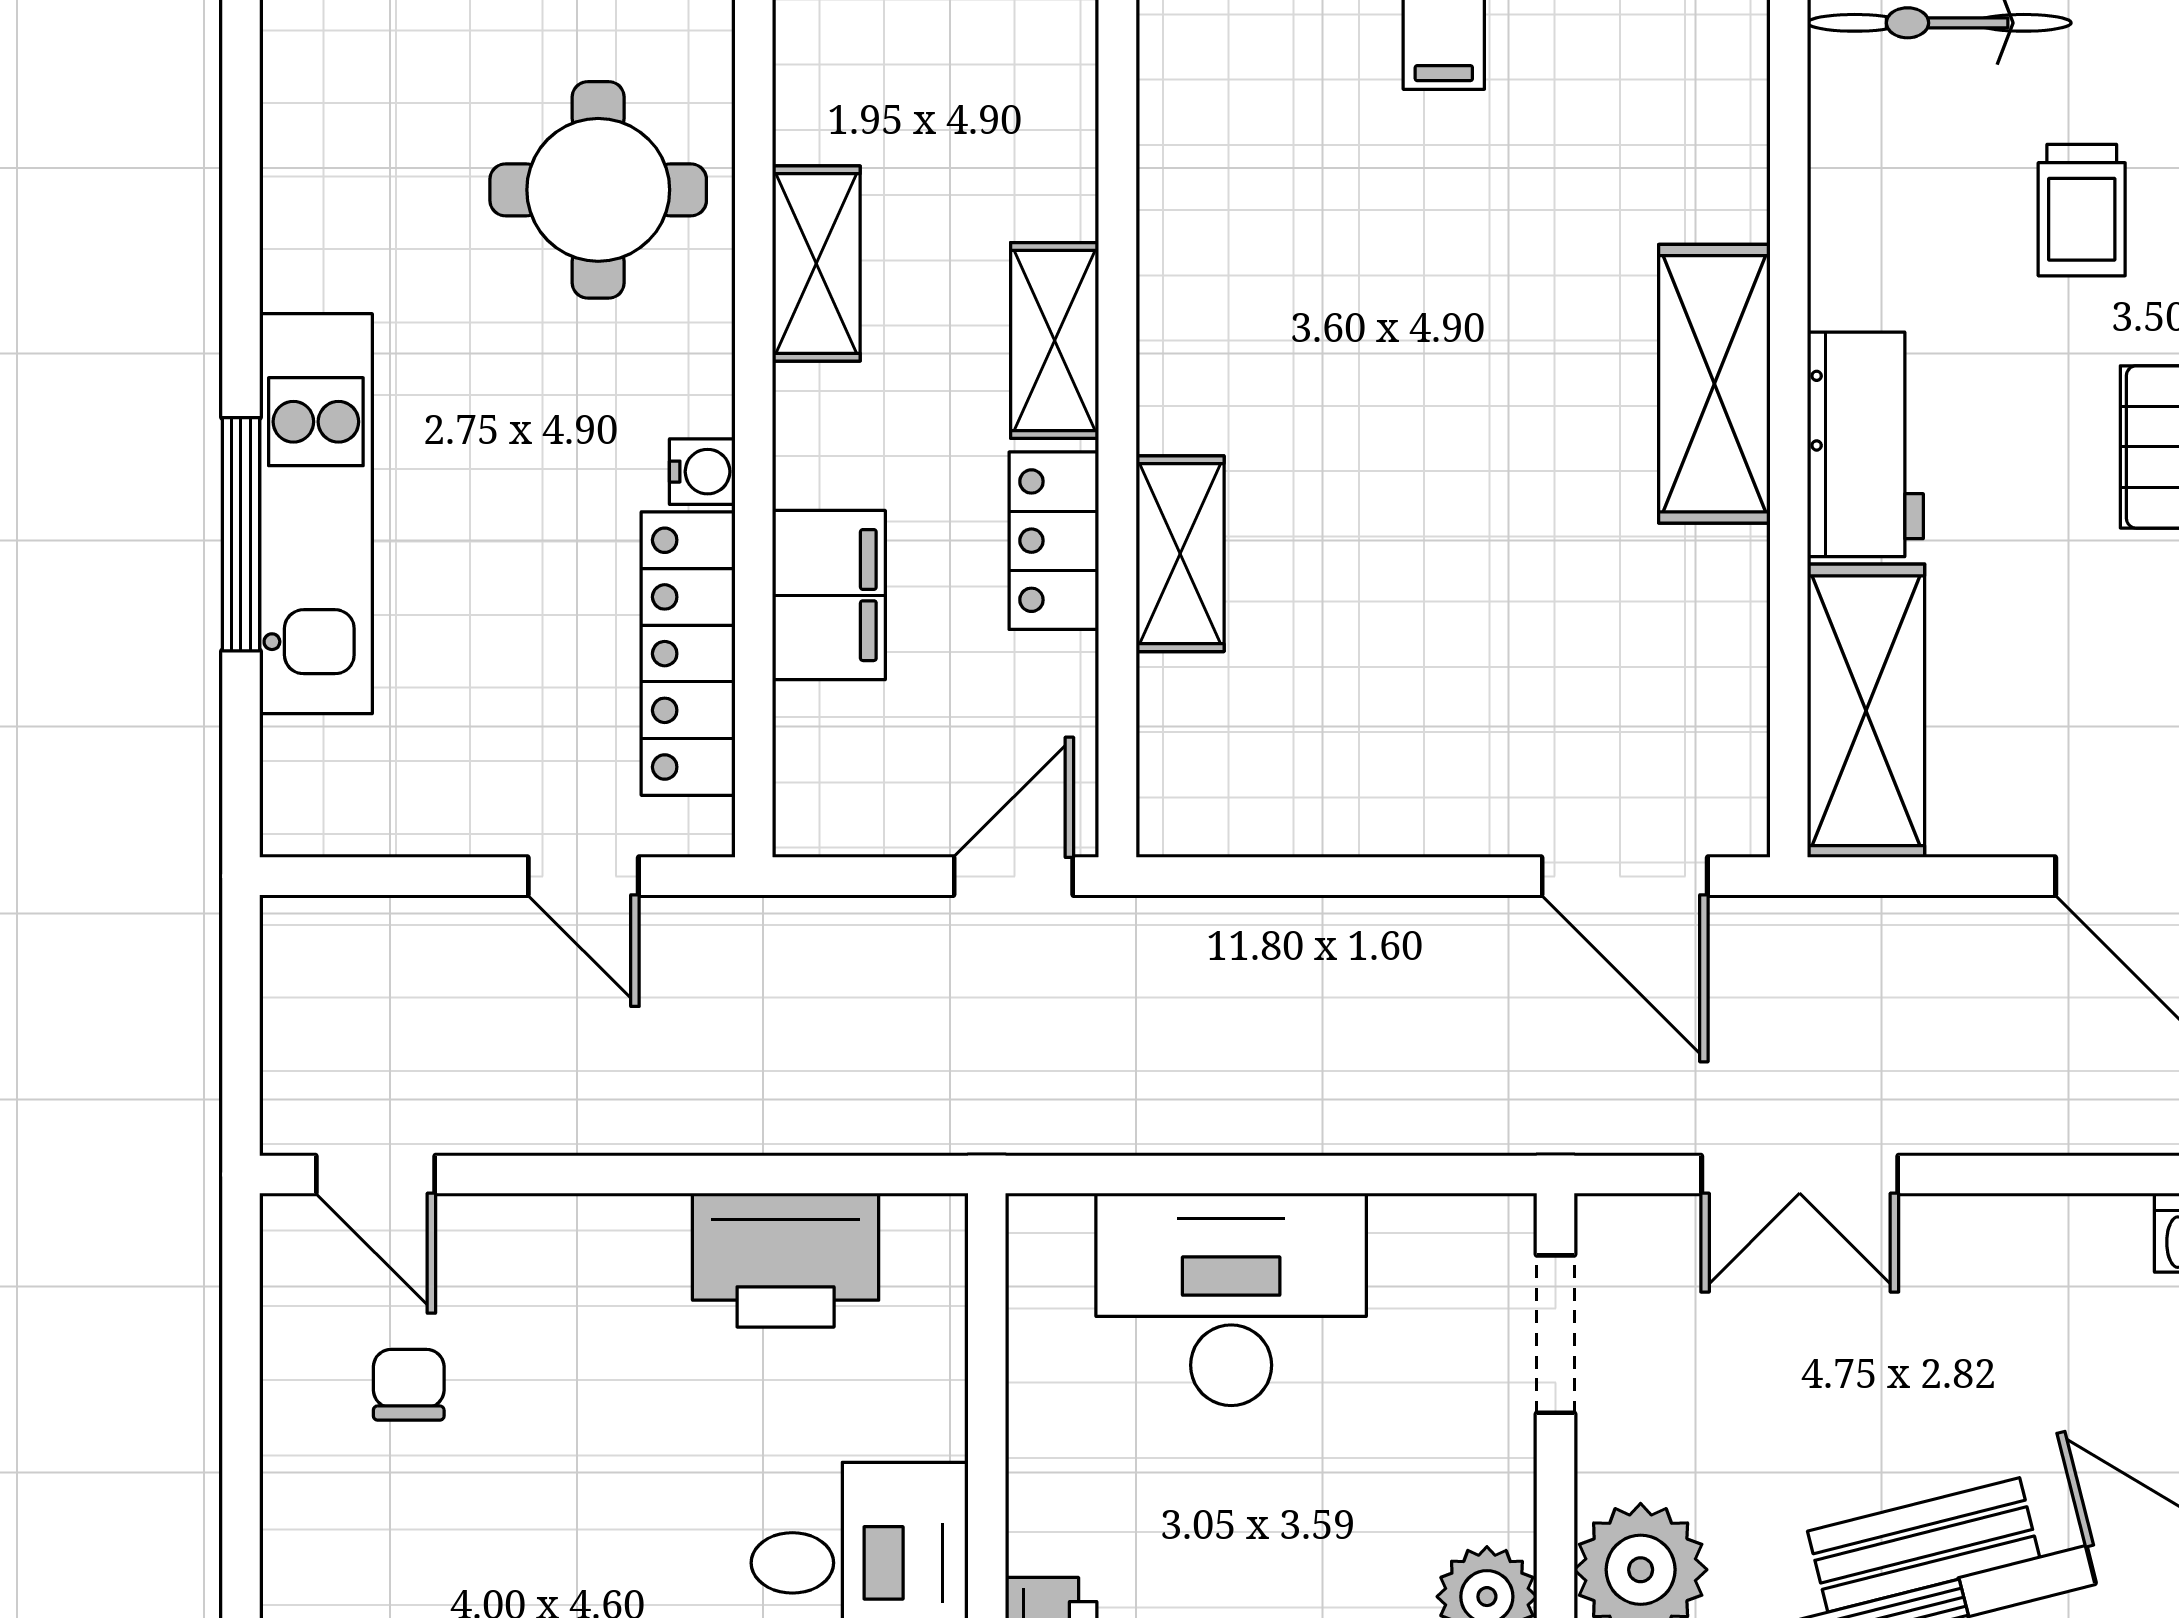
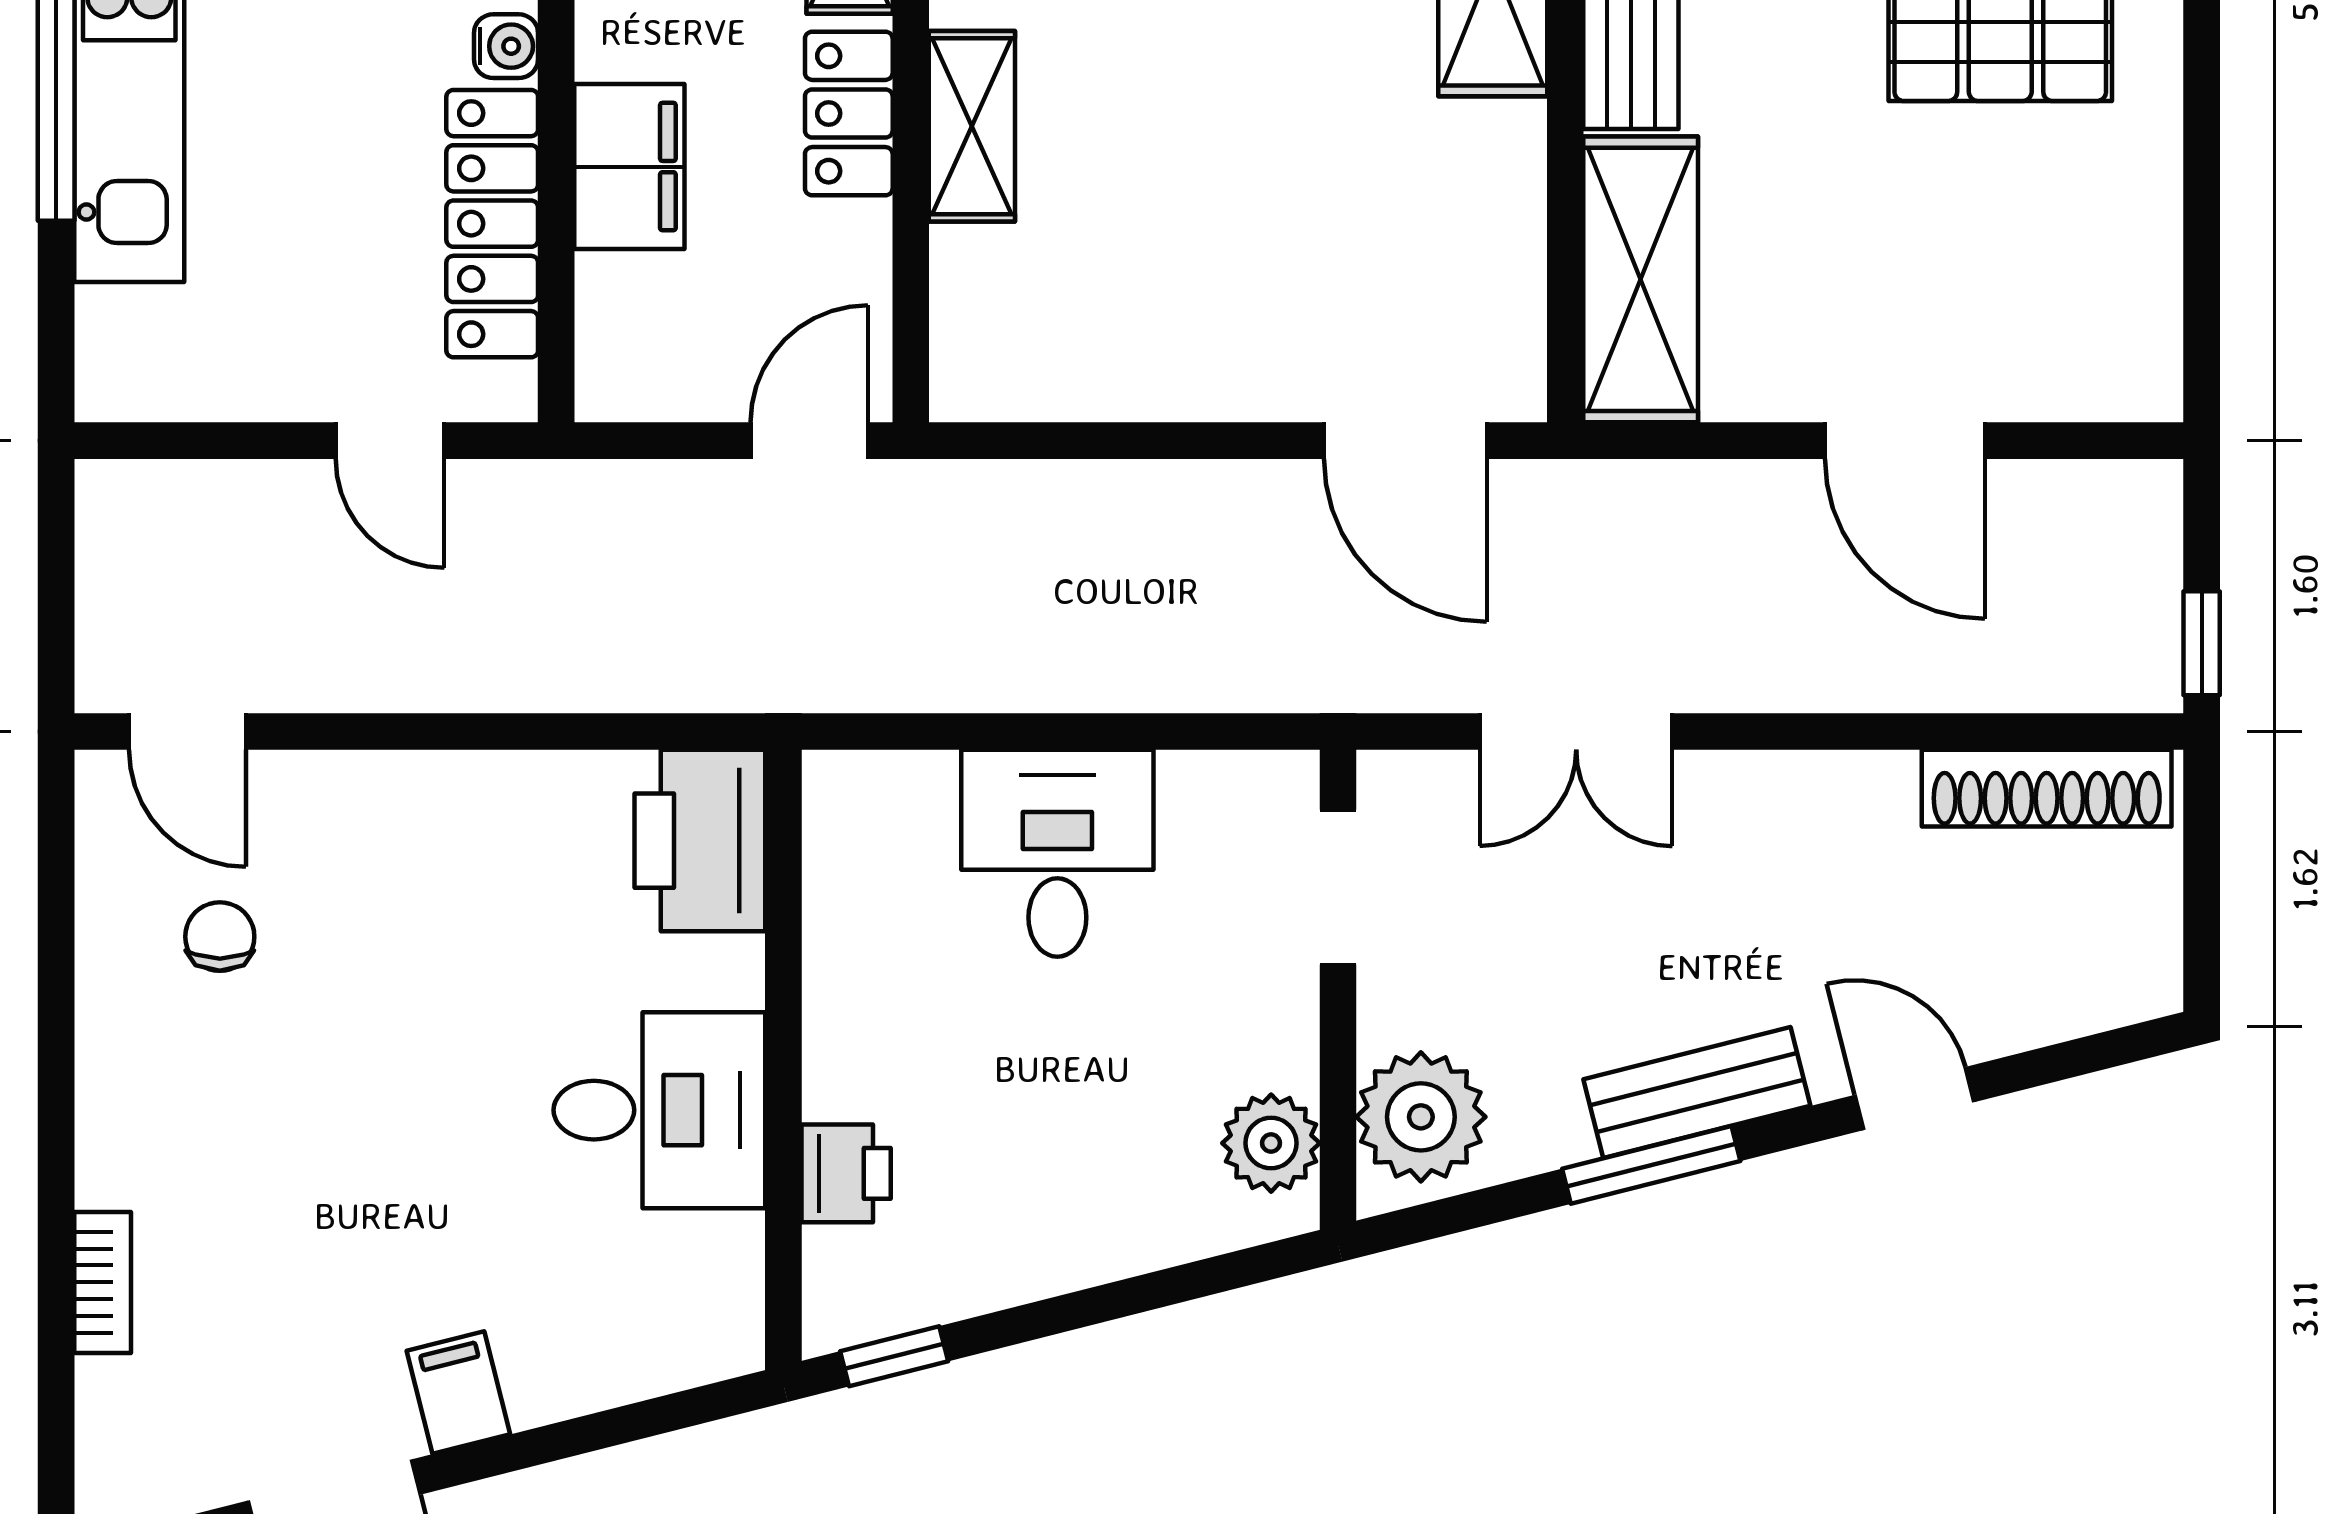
printer: (786, 1260) -> (700, 841), moved, turned 90
desk: (1231, 1299) -> (1057, 853), width x0.73

